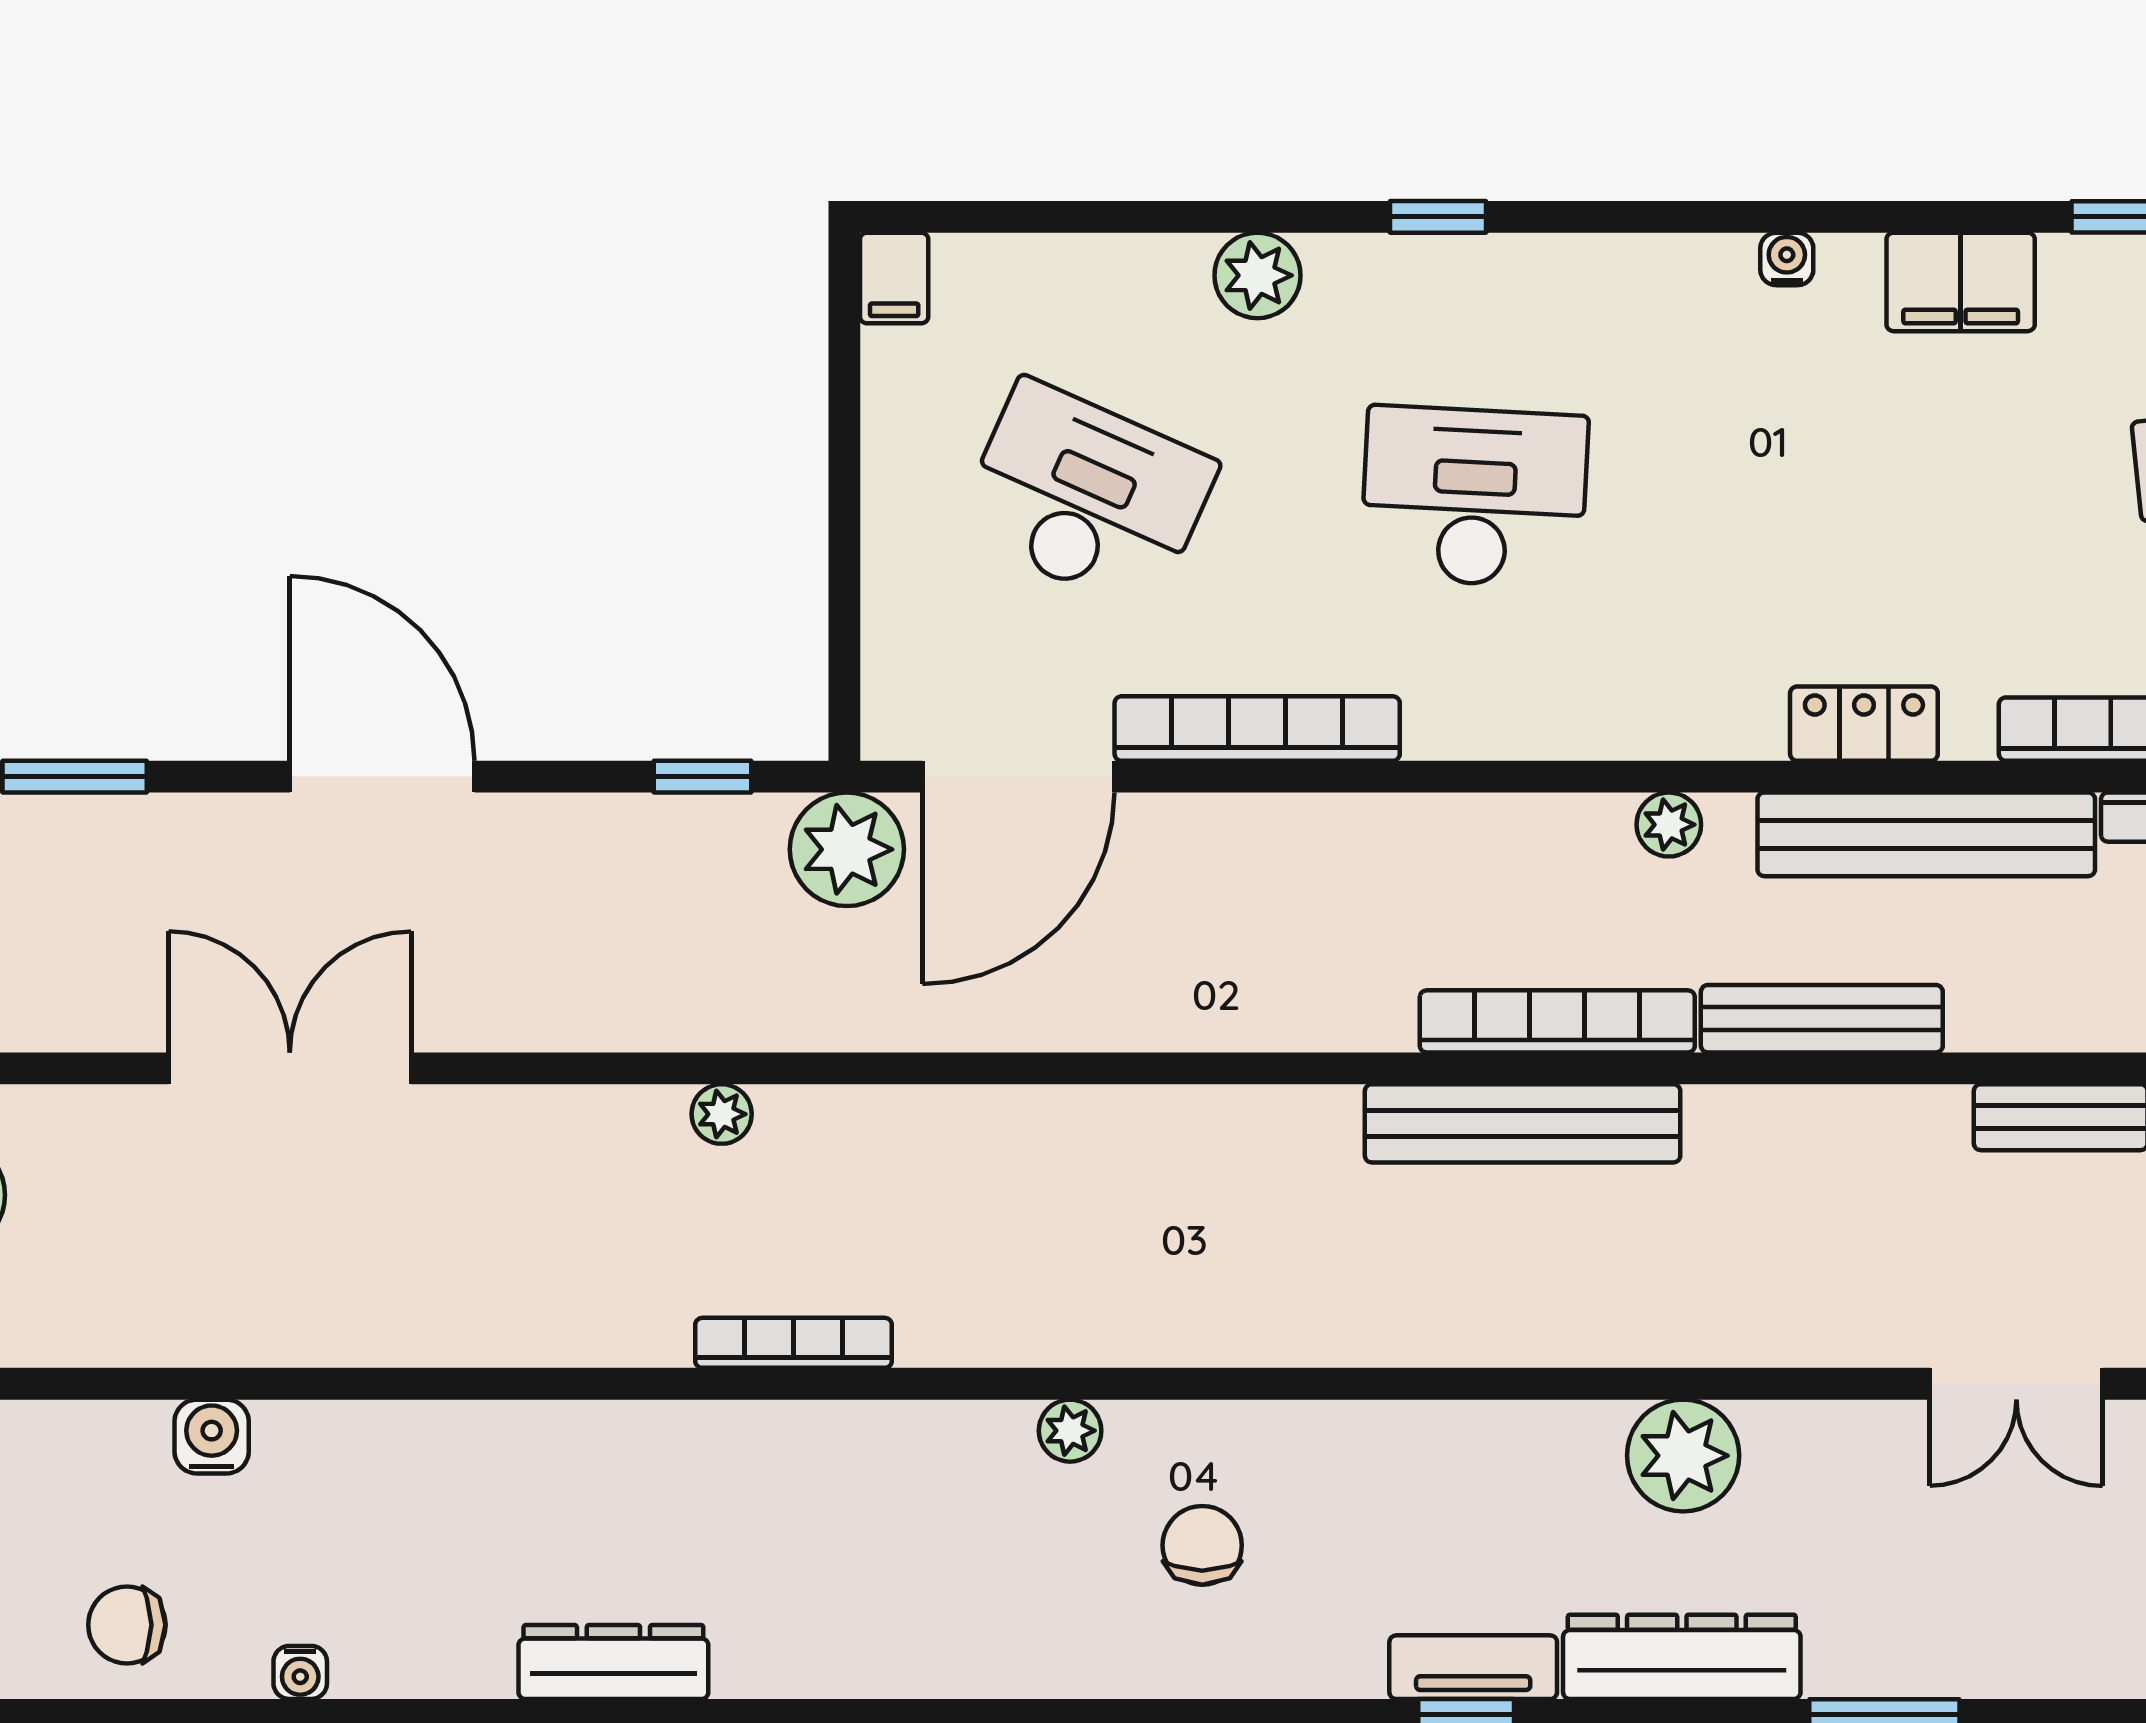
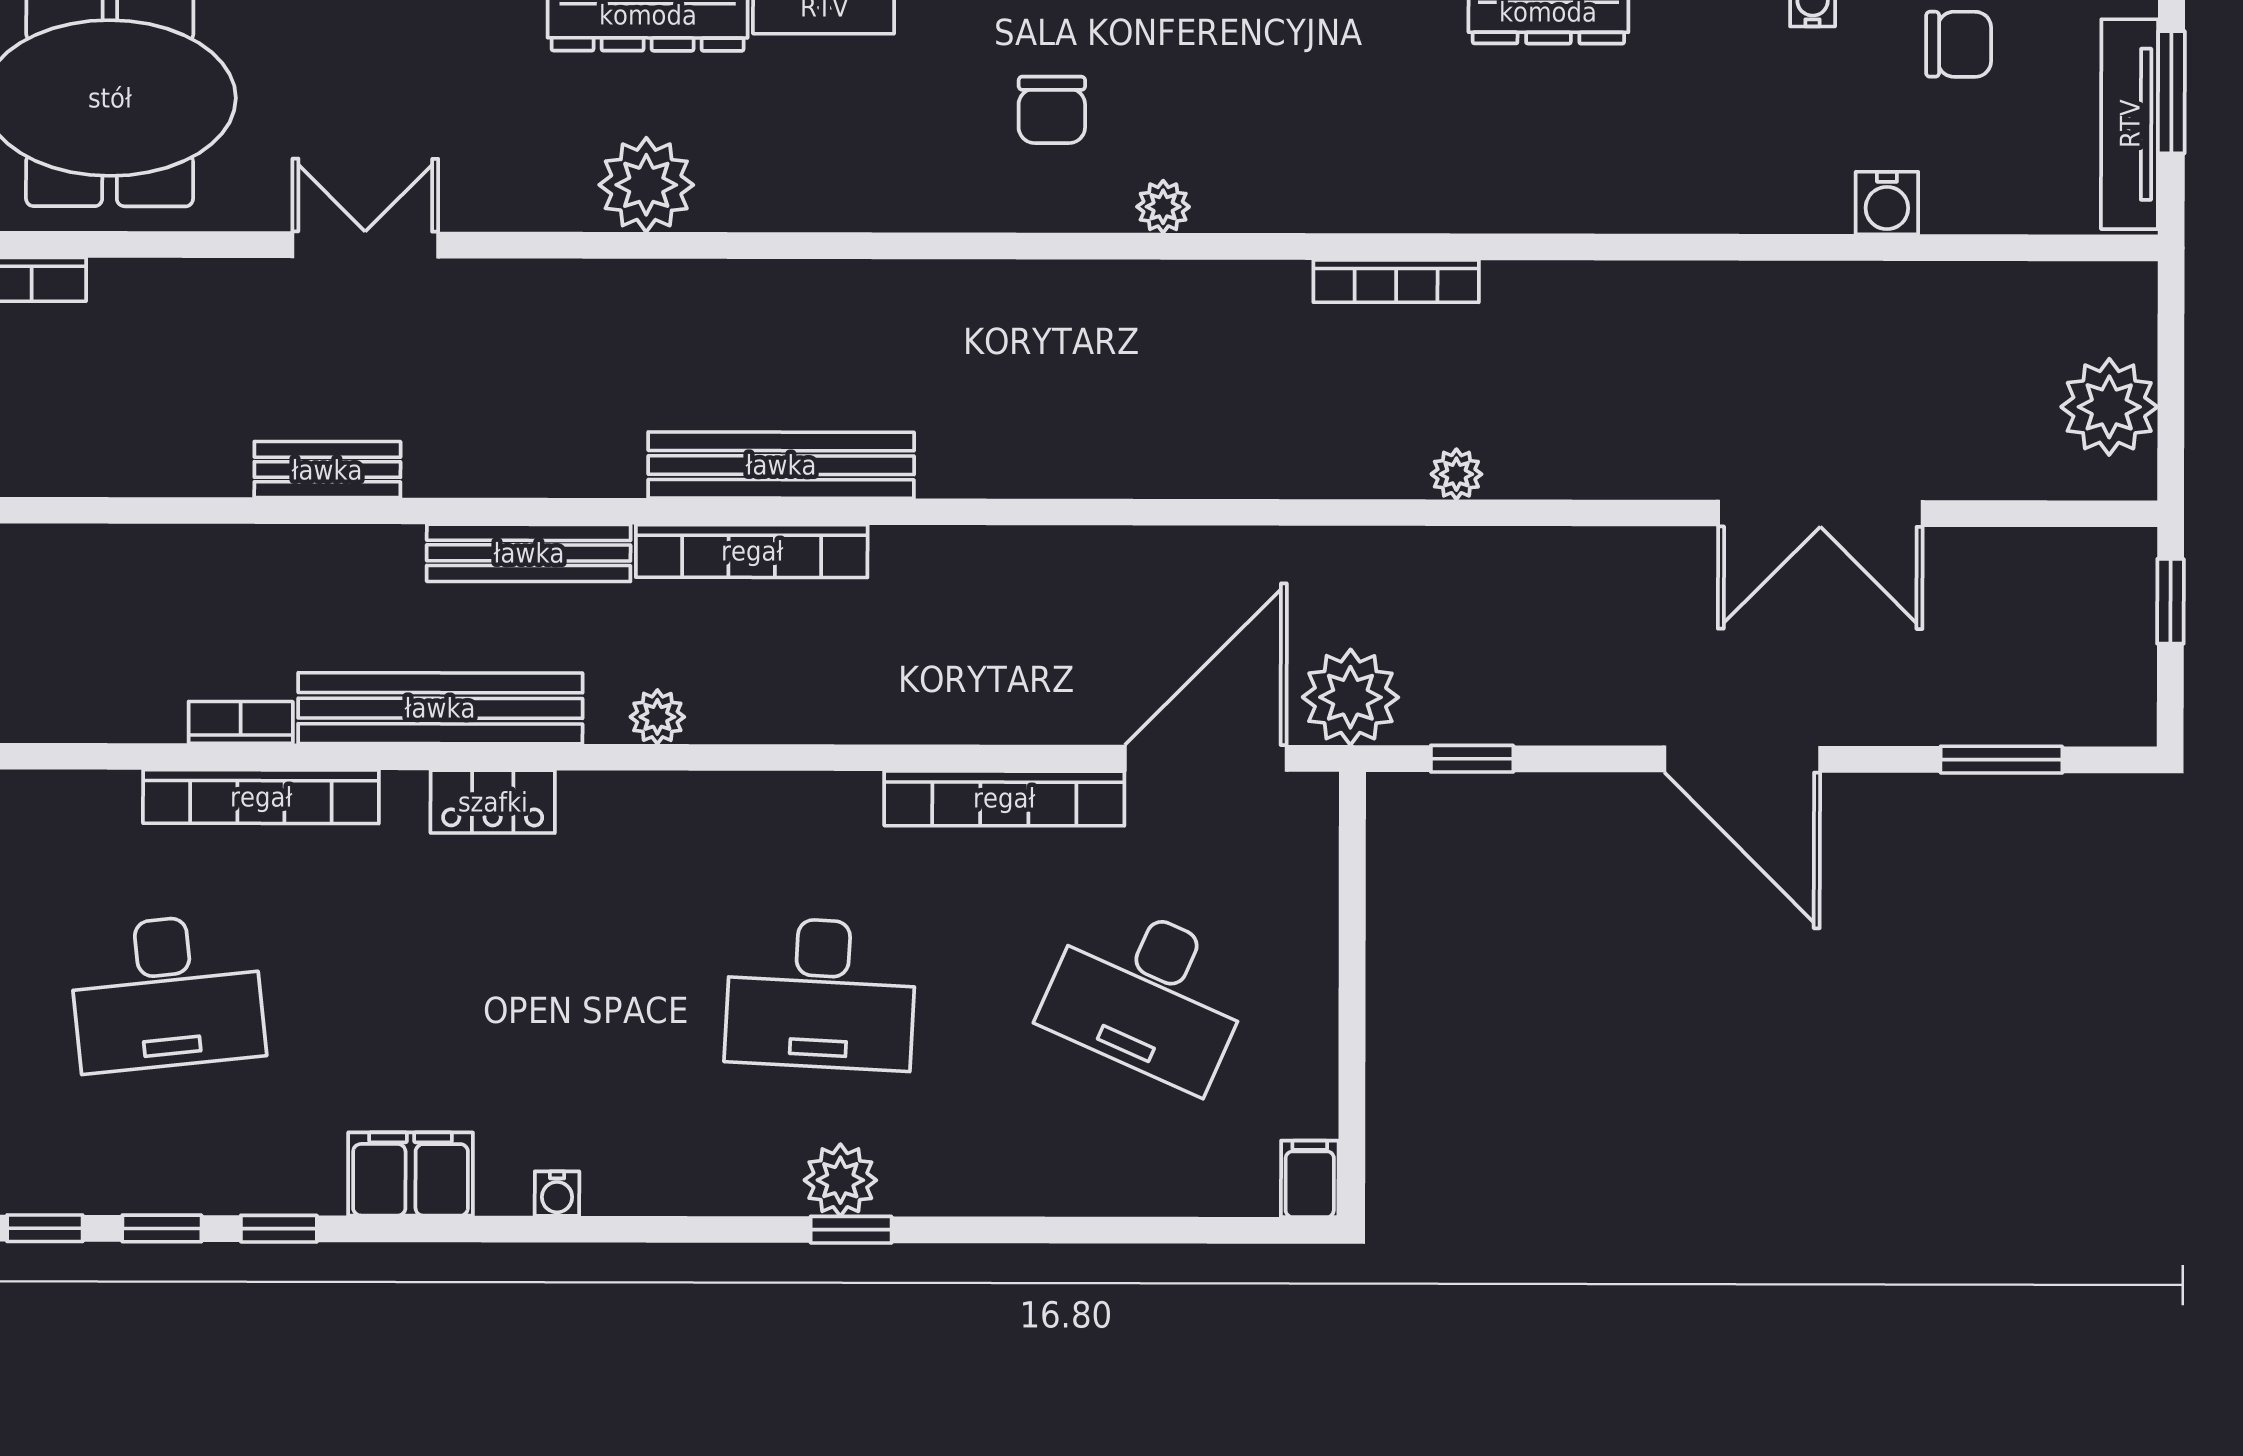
plant: (1257, 275) -> (840, 1180), moved

